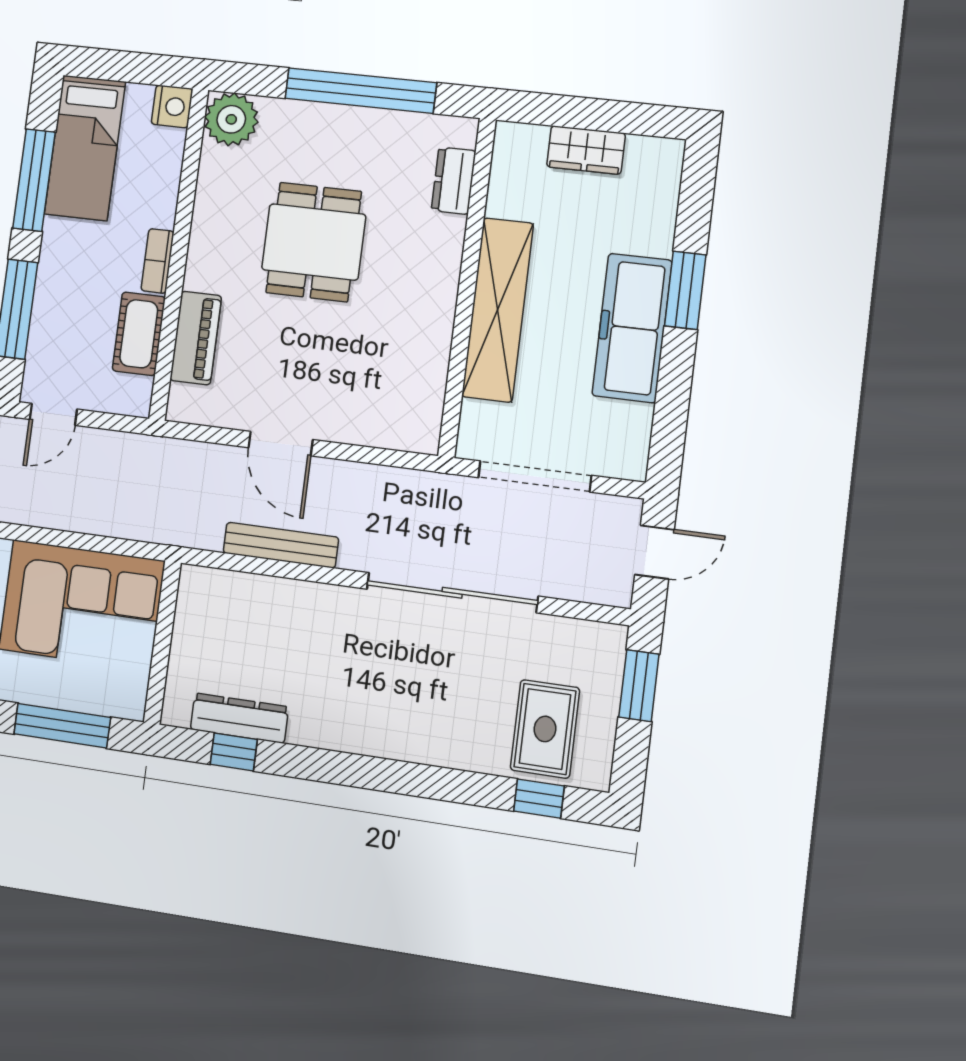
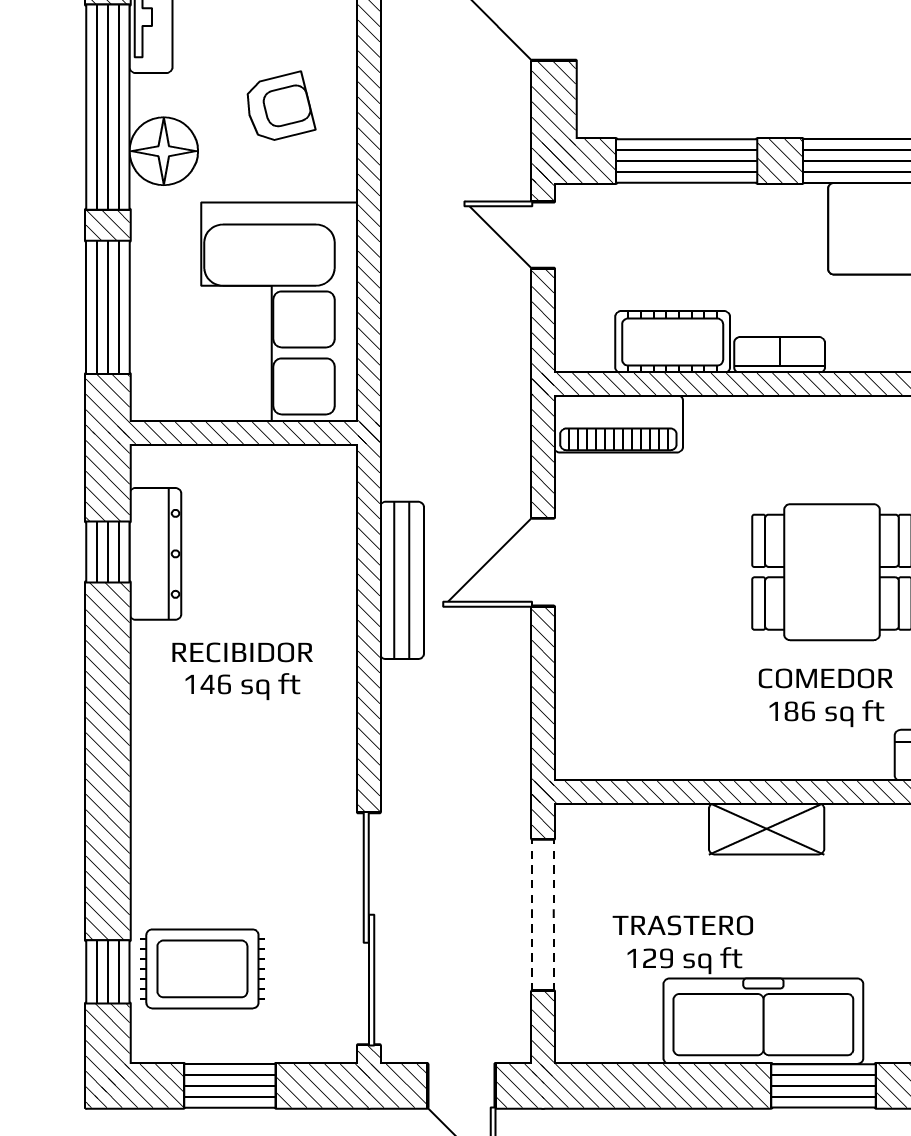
shelving: (498, 310) -> (767, 829), width x0.45, depth x0.75
piano: (196, 338) -> (618, 424), moved
sliding door: (452, 593) -> (369, 929), moved
window: (639, 686) -> (230, 1086), moved

